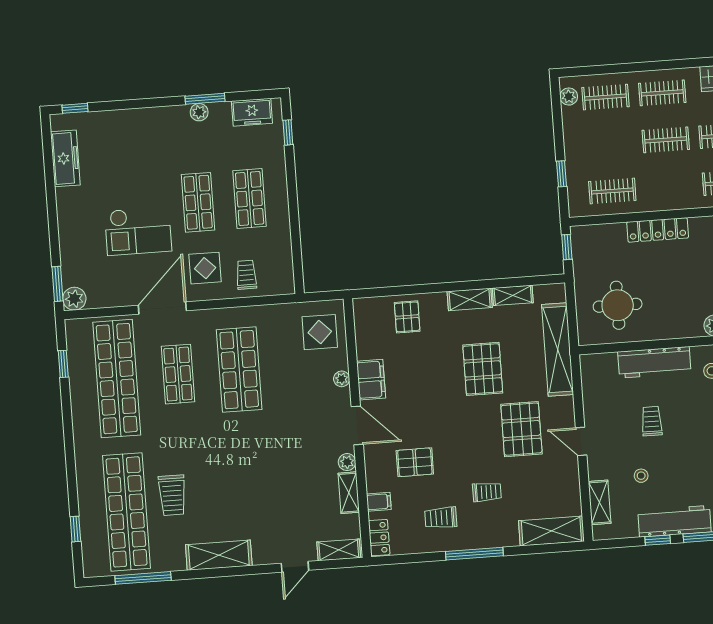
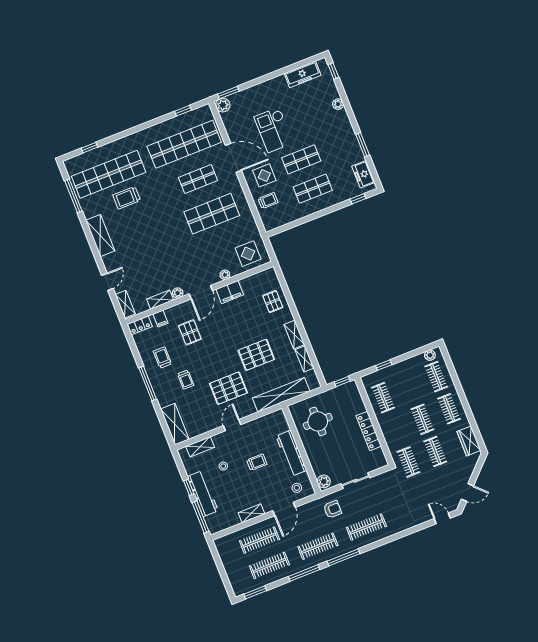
plant: (199, 112) -> (338, 104), moved
pallet: (407, 317) -> (273, 302), turned 90
door: (295, 567) -> (107, 282), swing flipped

